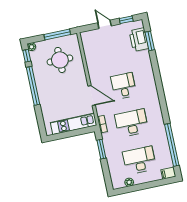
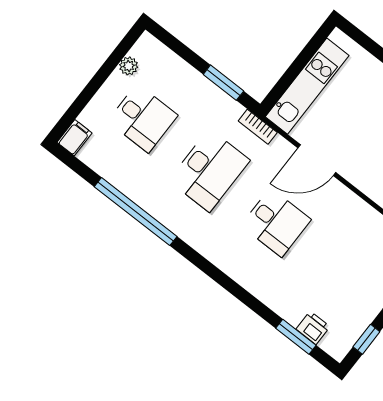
printer: (139, 40) -> (313, 328), width x0.53, depth x0.68
window: (172, 145) -> (136, 212), moved
desk: (139, 160) -> (143, 118), width x0.73

